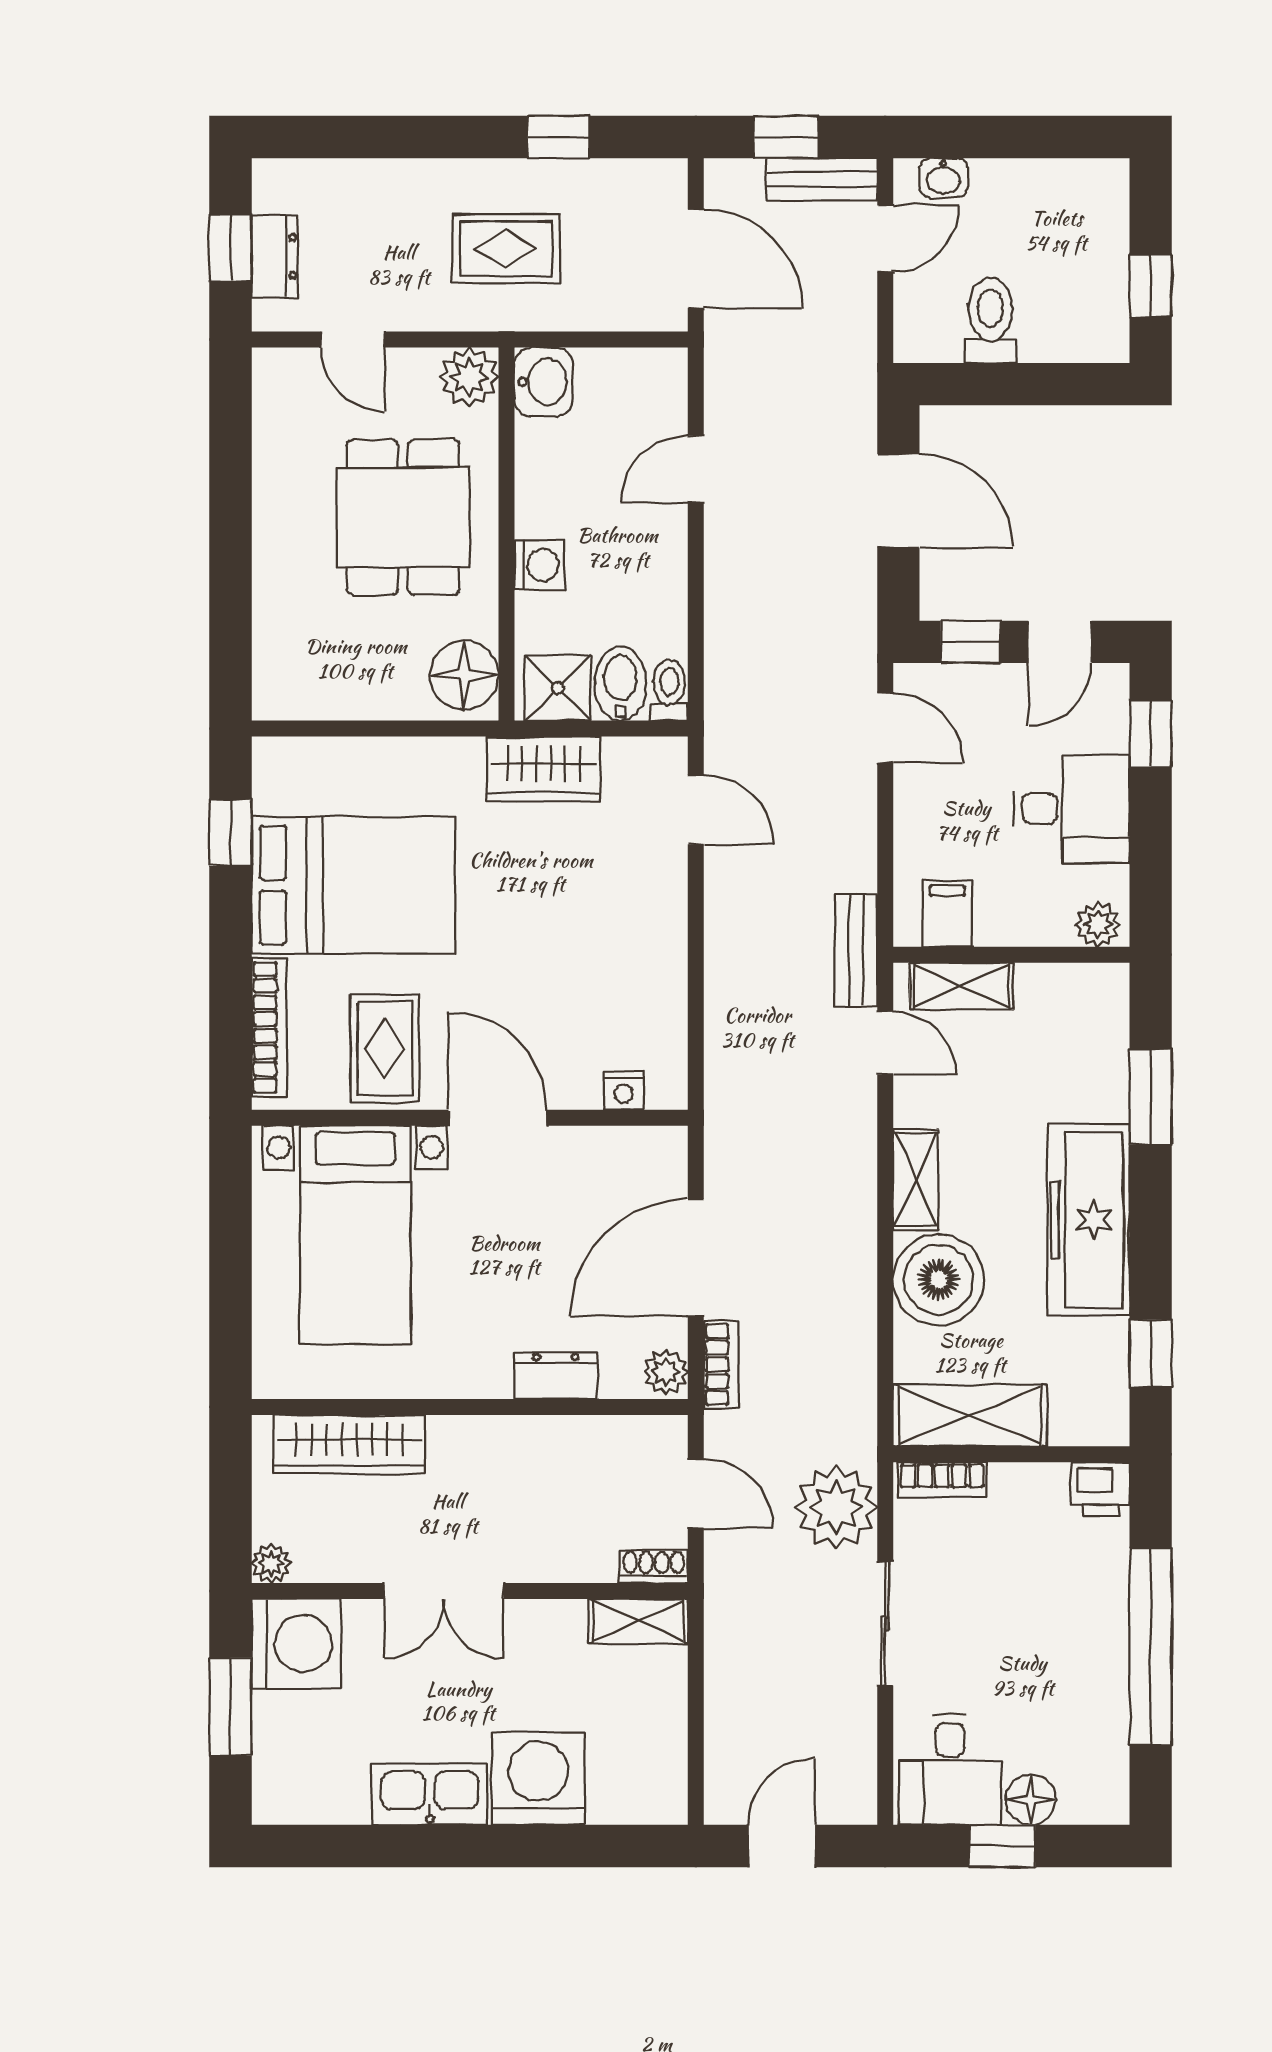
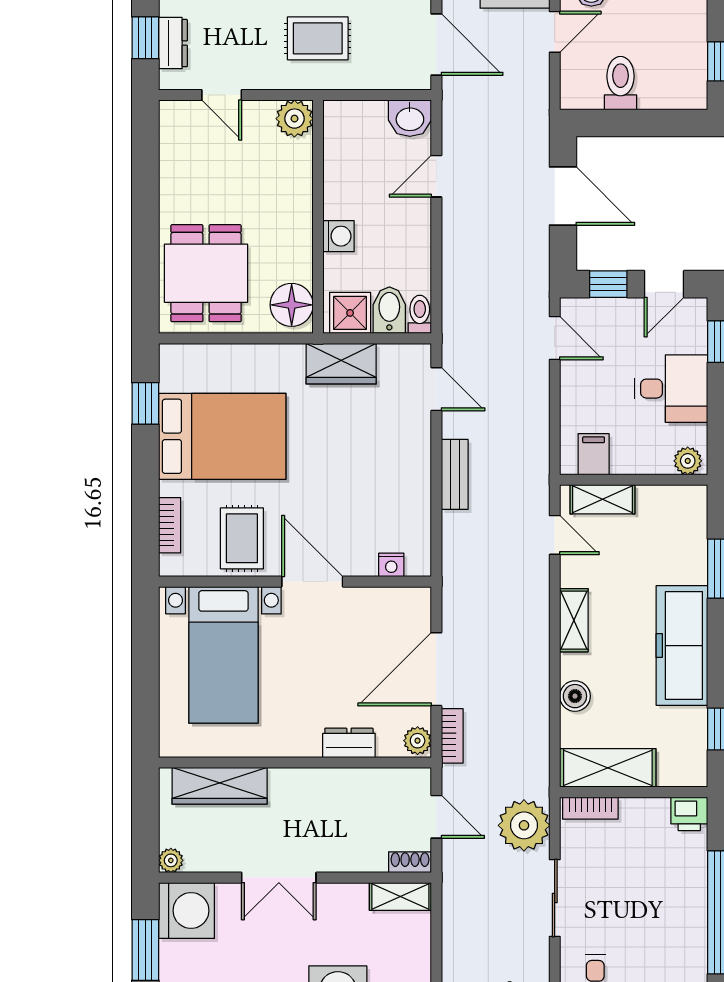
washbasin: (544, 382) -> (410, 118), moved, turned 90
dining table: (403, 517) -> (206, 273), moved
bench: (856, 950) -> (455, 474), moved
bookcase: (269, 1027) -> (170, 525), width x0.64
boiler: (939, 1280) -> (575, 696), width x0.54, depth x0.54

